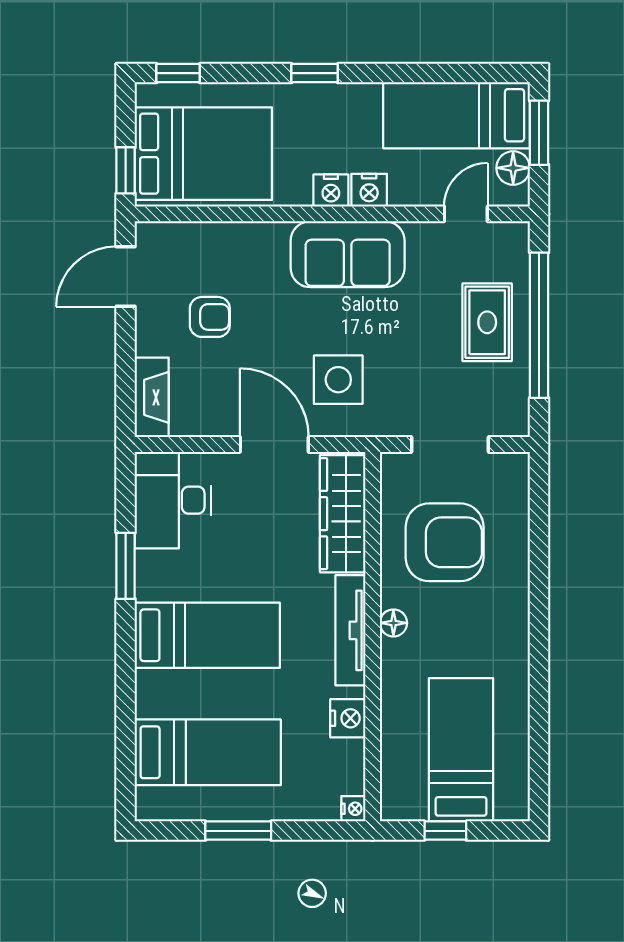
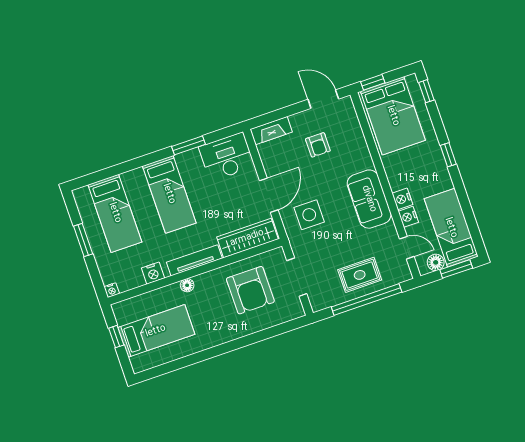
nightstand: (331, 191) -> (408, 217), moved
floor lamp: (393, 623) -> (187, 285), moved

